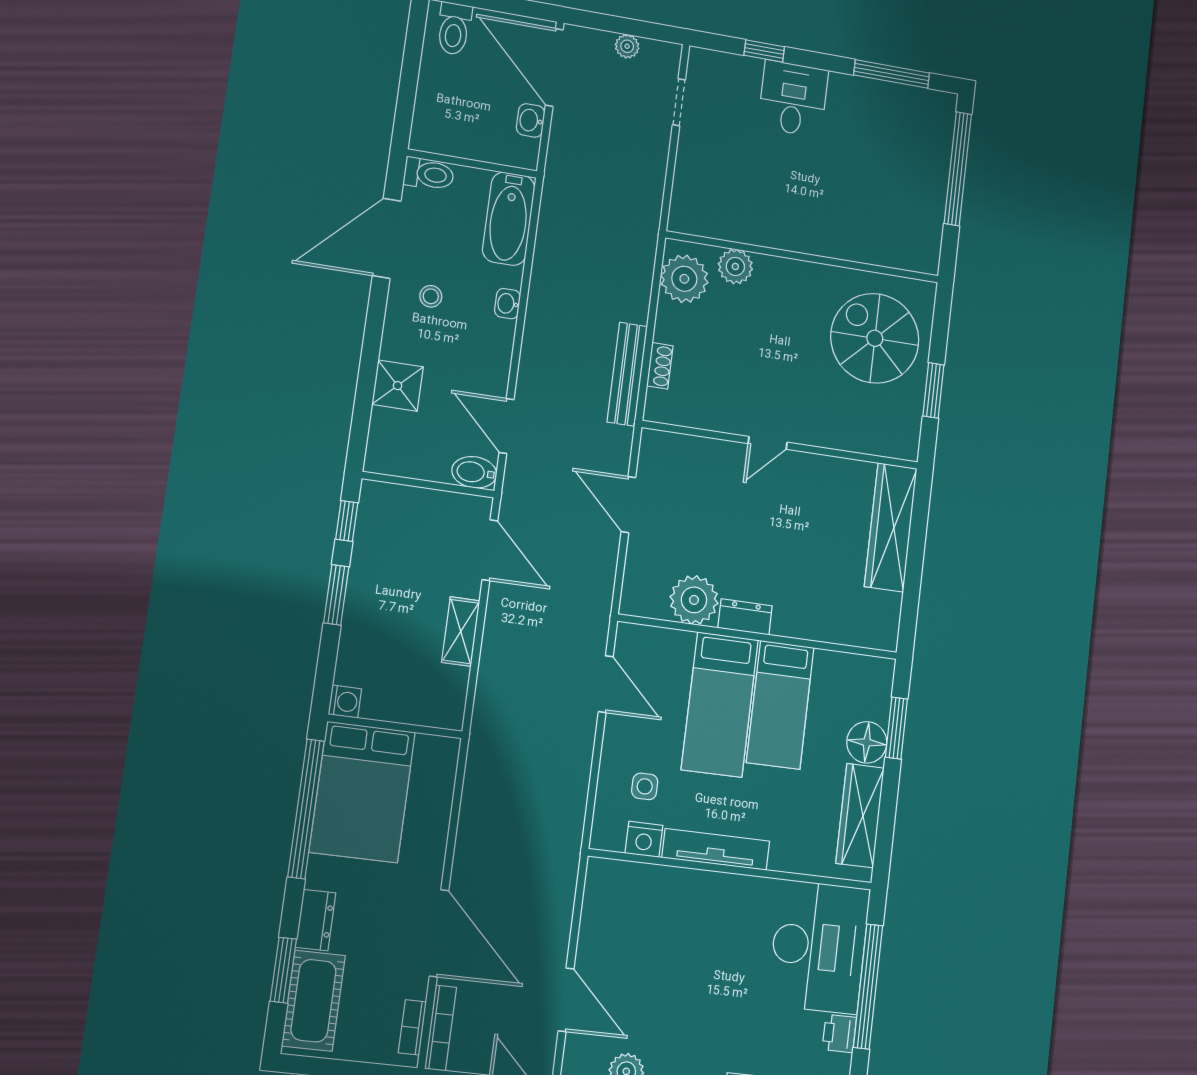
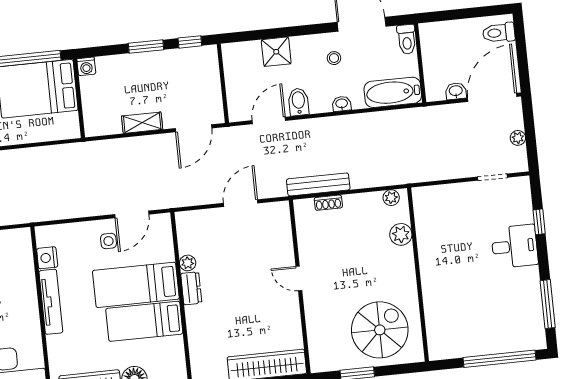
plant: (684, 279) -> (391, 198), width x0.53, depth x0.53
bidet: (474, 472) -> (298, 102), moved
plant: (694, 600) -> (188, 263), width x0.53, depth x0.53
side table: (645, 786) -> (108, 241), moved

